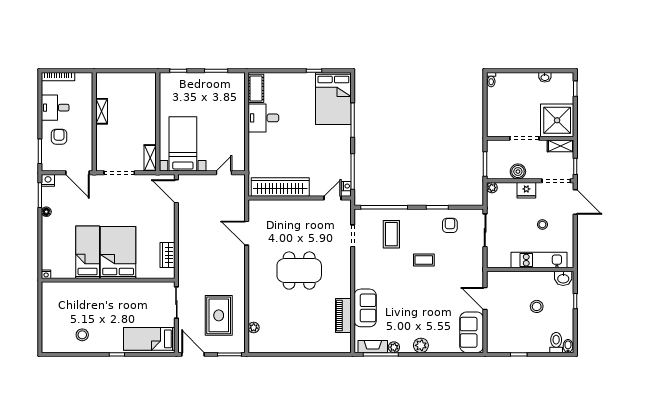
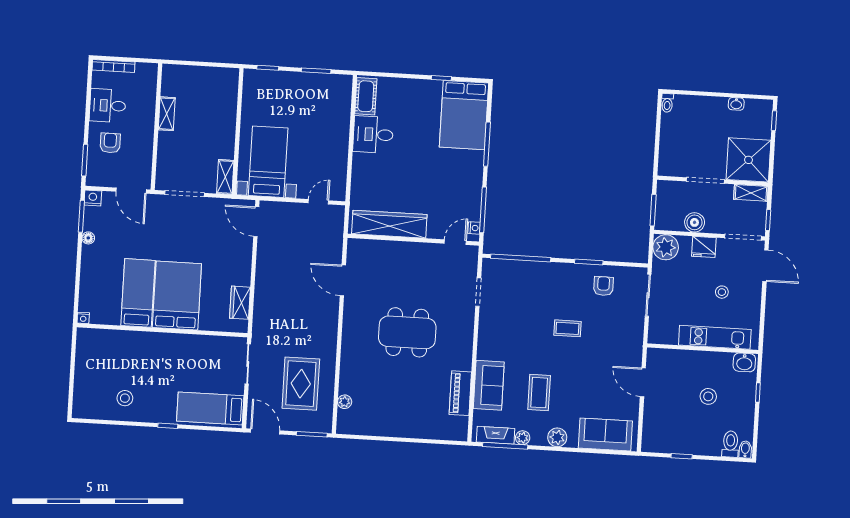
plant: (492, 188) -> (666, 247), width x1.88, depth x1.88
coffee table: (391, 234) -> (539, 393), moved
sofa: (472, 332) -> (605, 435), moved, turned 90

